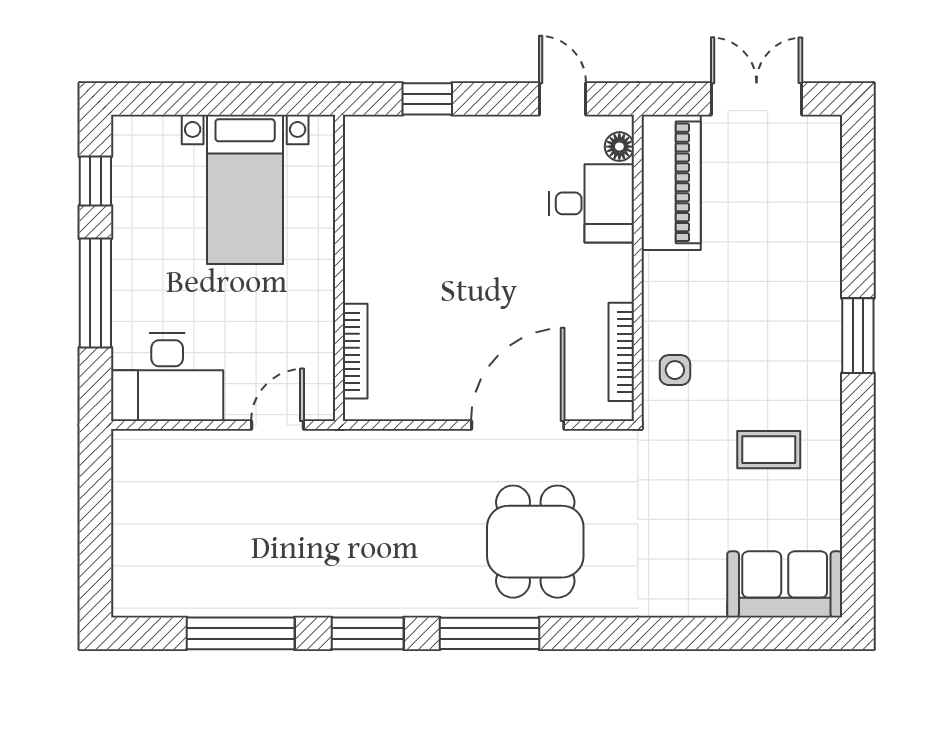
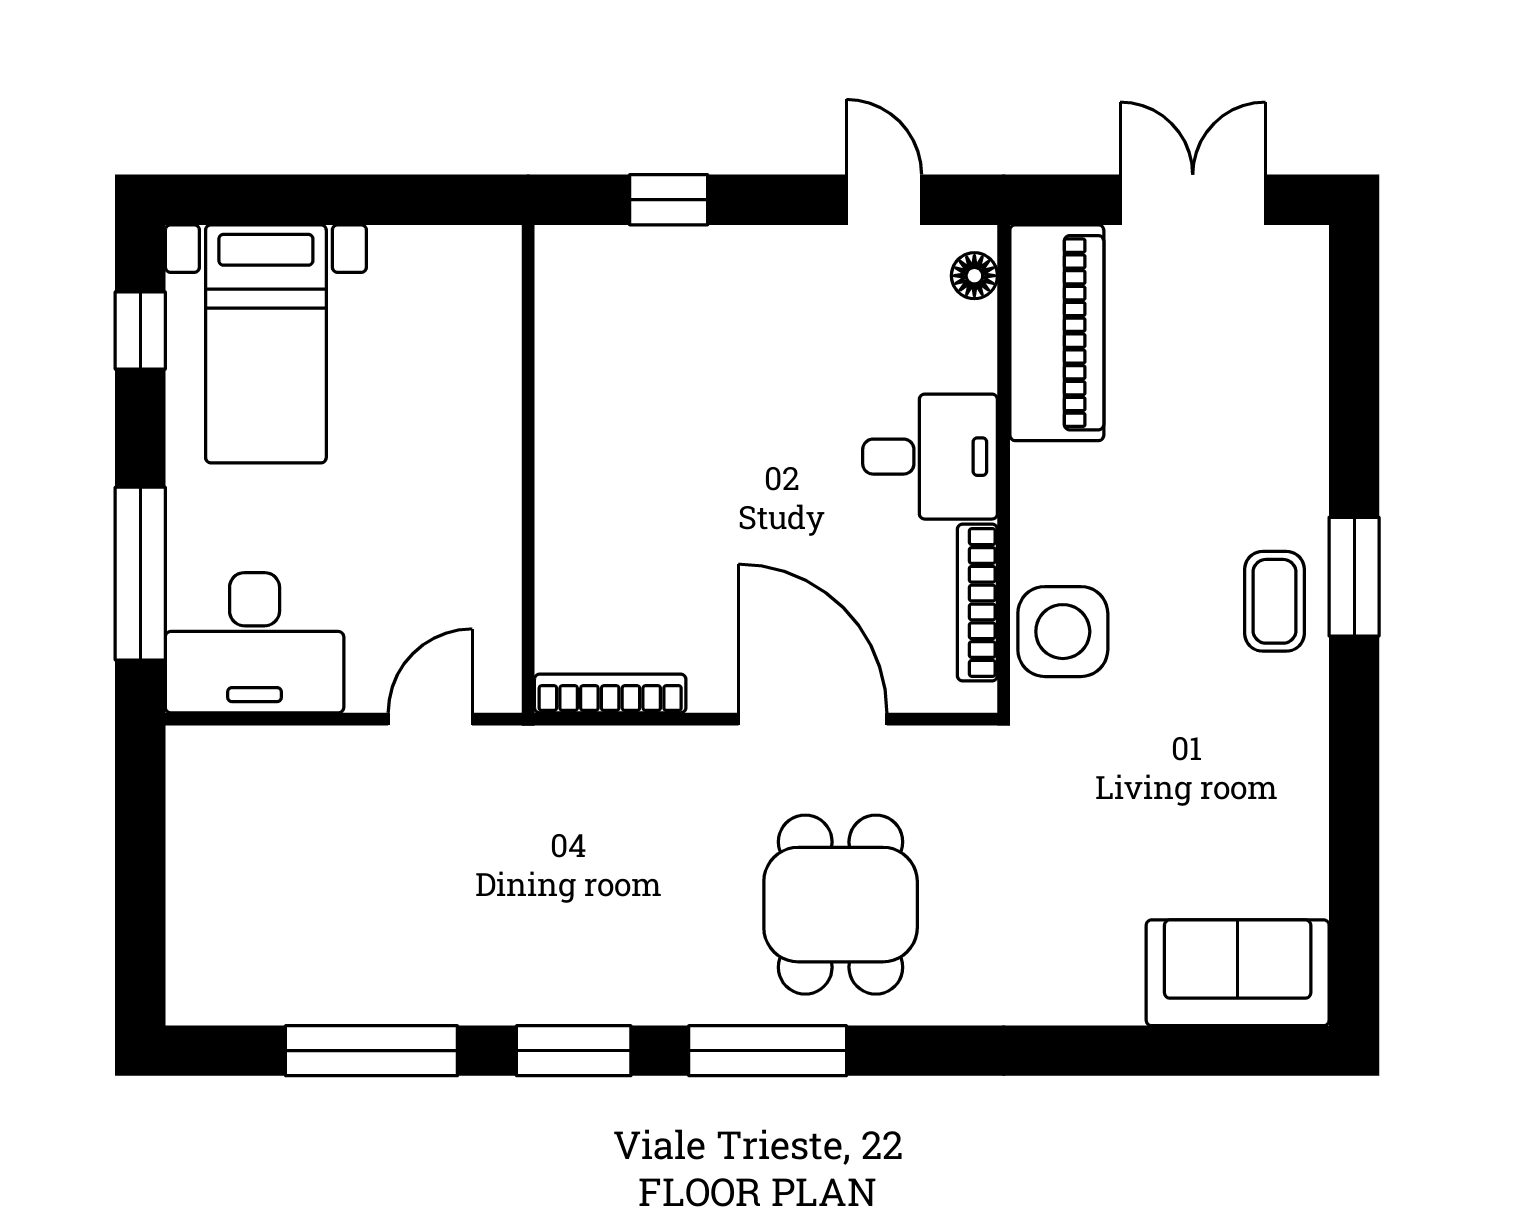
bed with nightstands: (245, 189) -> (266, 344), moved
desk: (592, 203) -> (930, 457), moved
window: (95, 293) -> (140, 574), moved
bookcase: (355, 351) -> (610, 693), moved, turned -90
side table: (675, 370) -> (1063, 632), width x1.87, depth x1.87
door: (518, 425) -> (813, 719), hinge flipped
coffee table: (769, 450) -> (1274, 601), moved, turned 90

